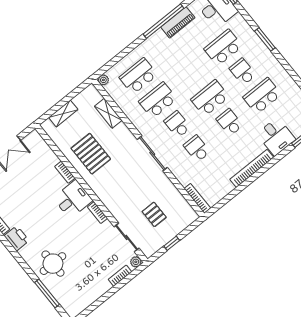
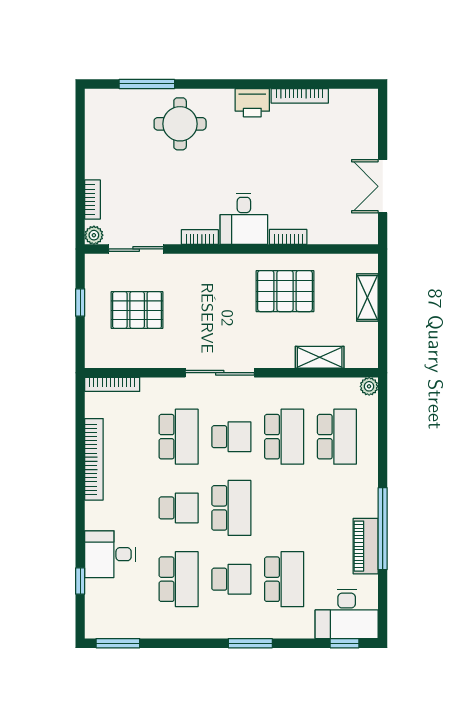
school desk: (197, 149) -> (179, 437), width x1.85
bookcase: (252, 168) -> (94, 459), moved
pallet: (154, 214) -> (137, 310), width x1.50, depth x1.42

